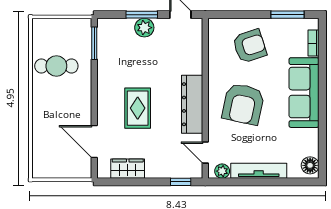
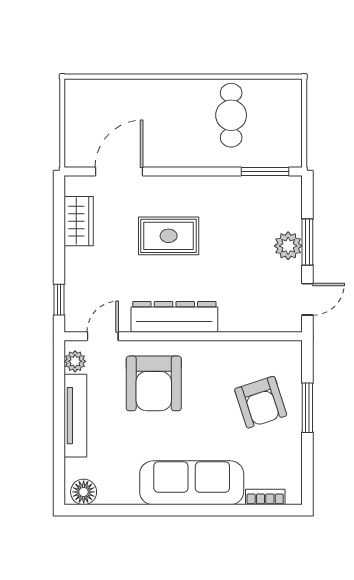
window: (287, 15) -> (307, 408), moved
armchair: (243, 104) -> (154, 383), moved, turned -102

